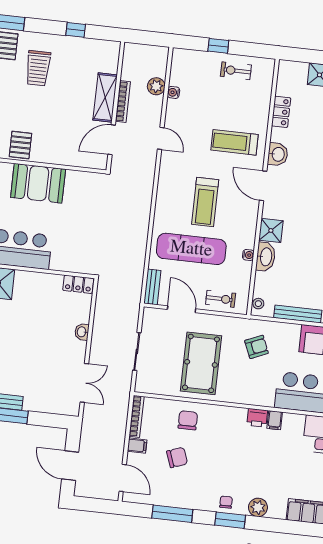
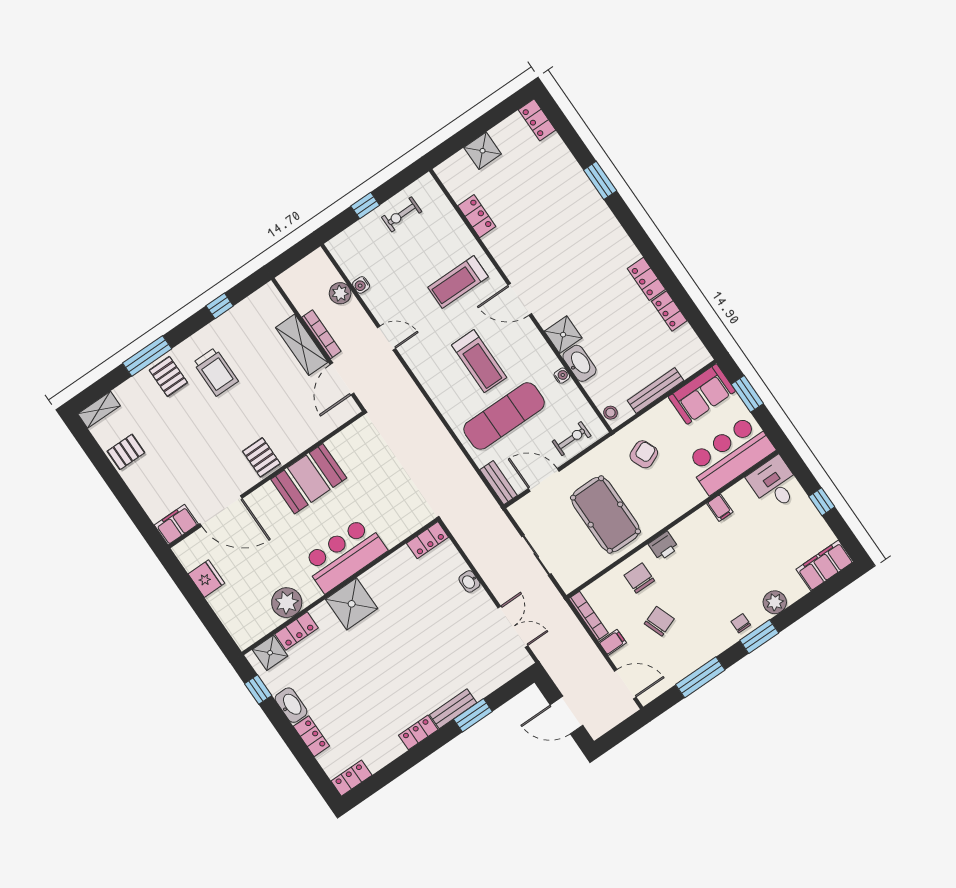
washbasin: (278, 154) -> (508, 258), removed
printer: (257, 418) -> (663, 546), moved

